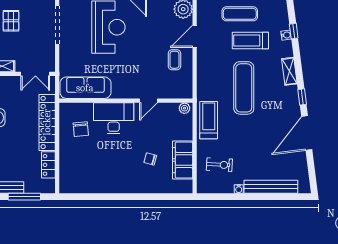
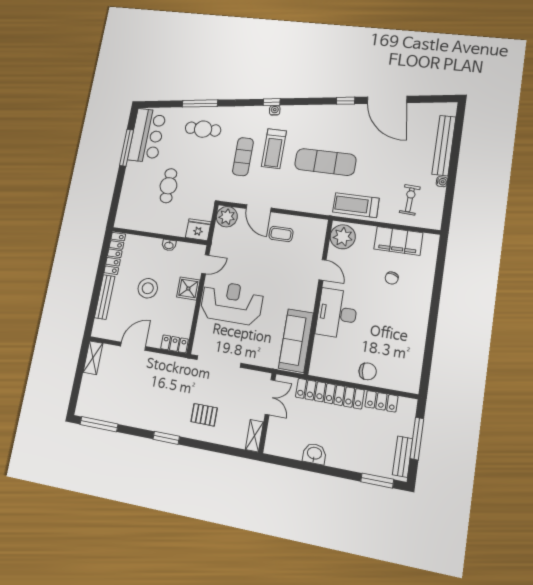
shelving: (289, 71) -> (315, 111), removed
plant: (184, 108) -> (343, 237), width x1.87, depth x1.87
chair: (81, 129) -> (368, 371), moved

